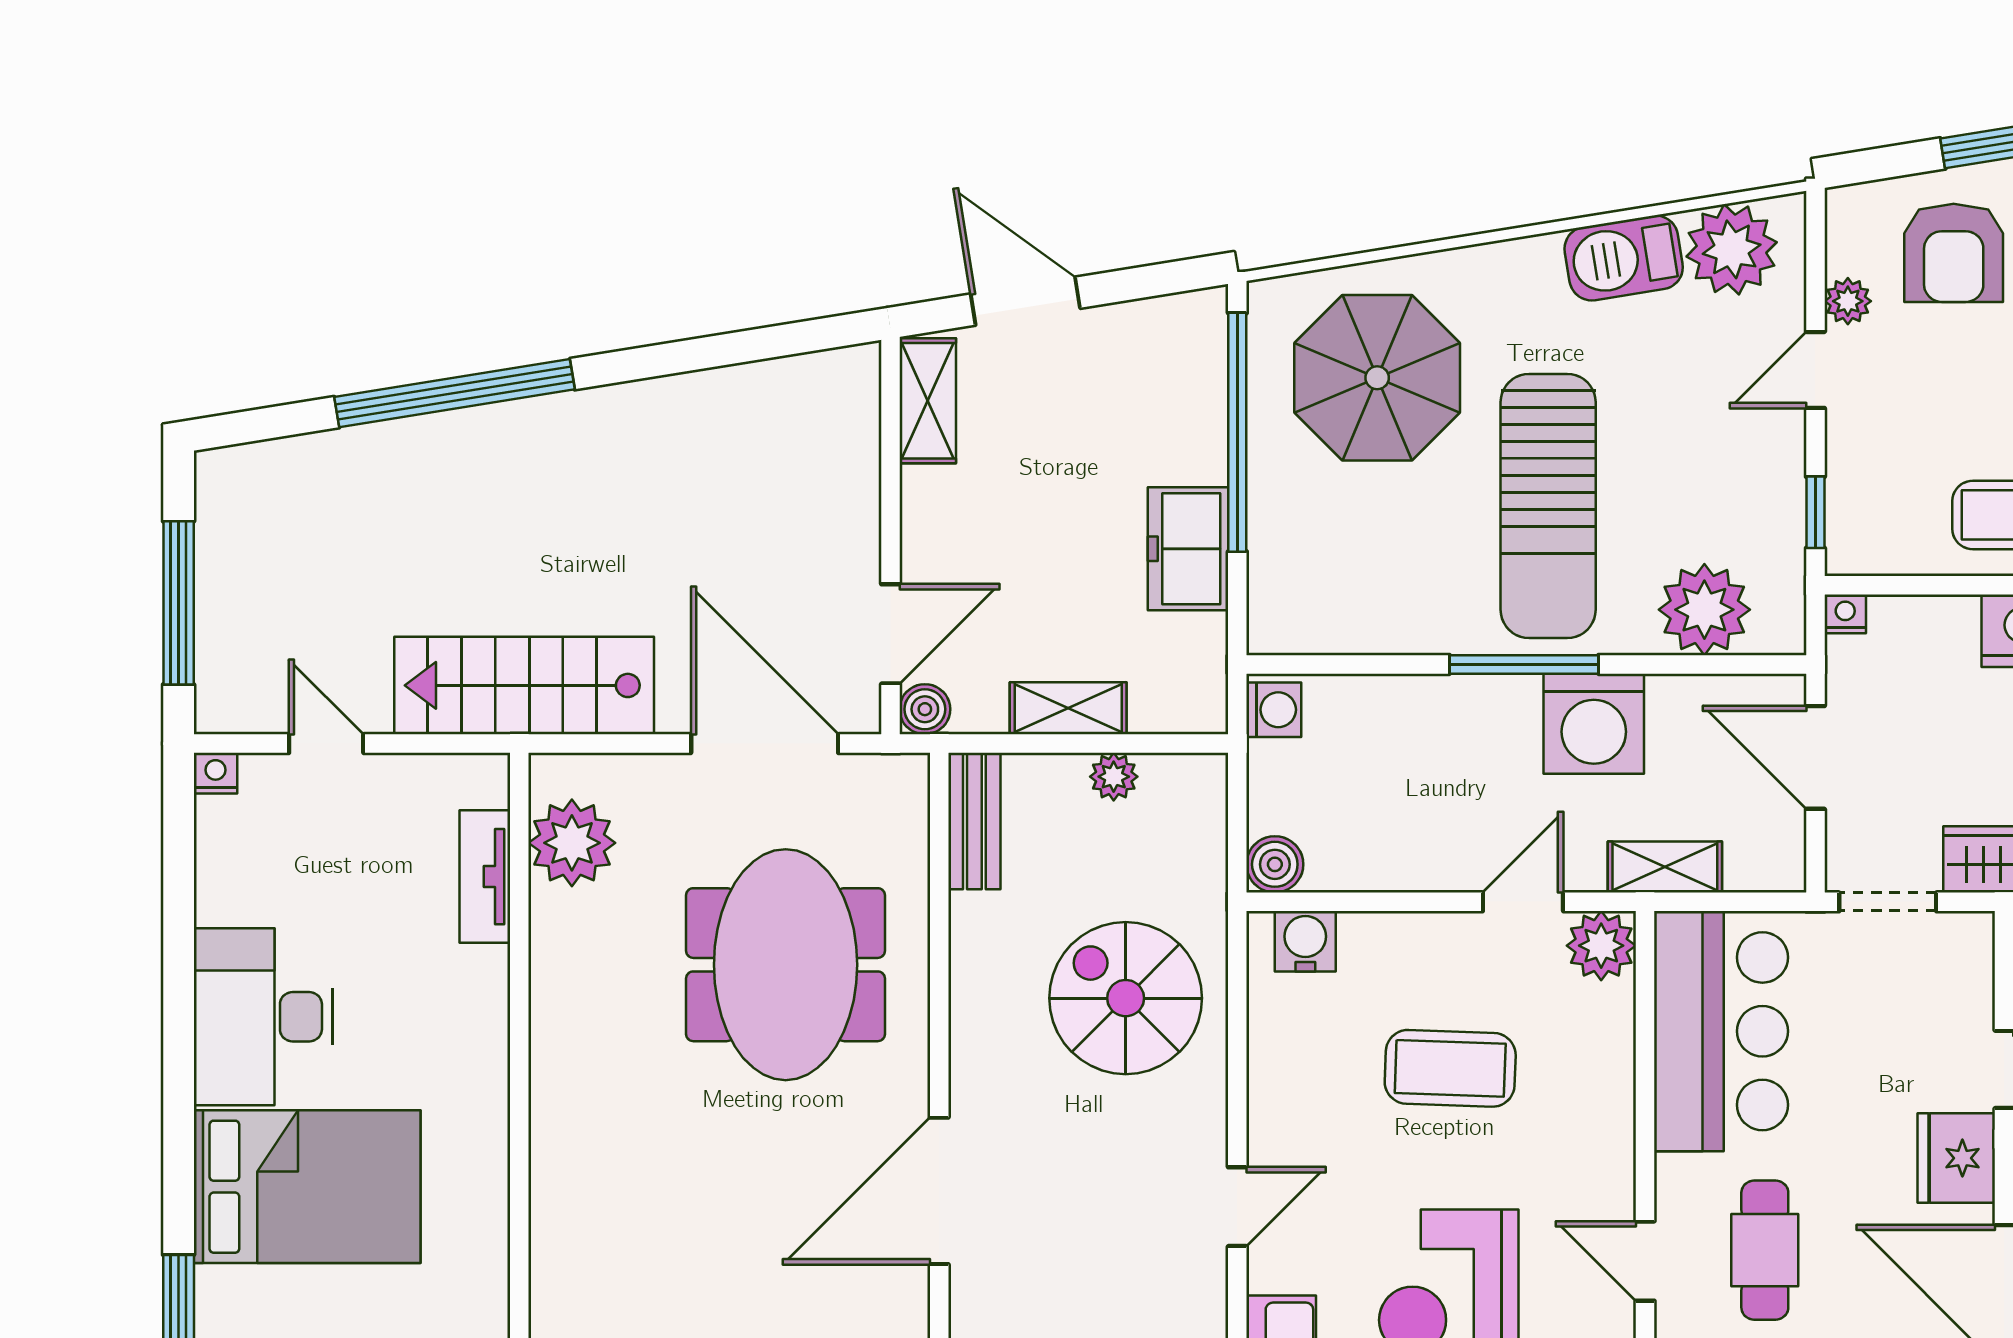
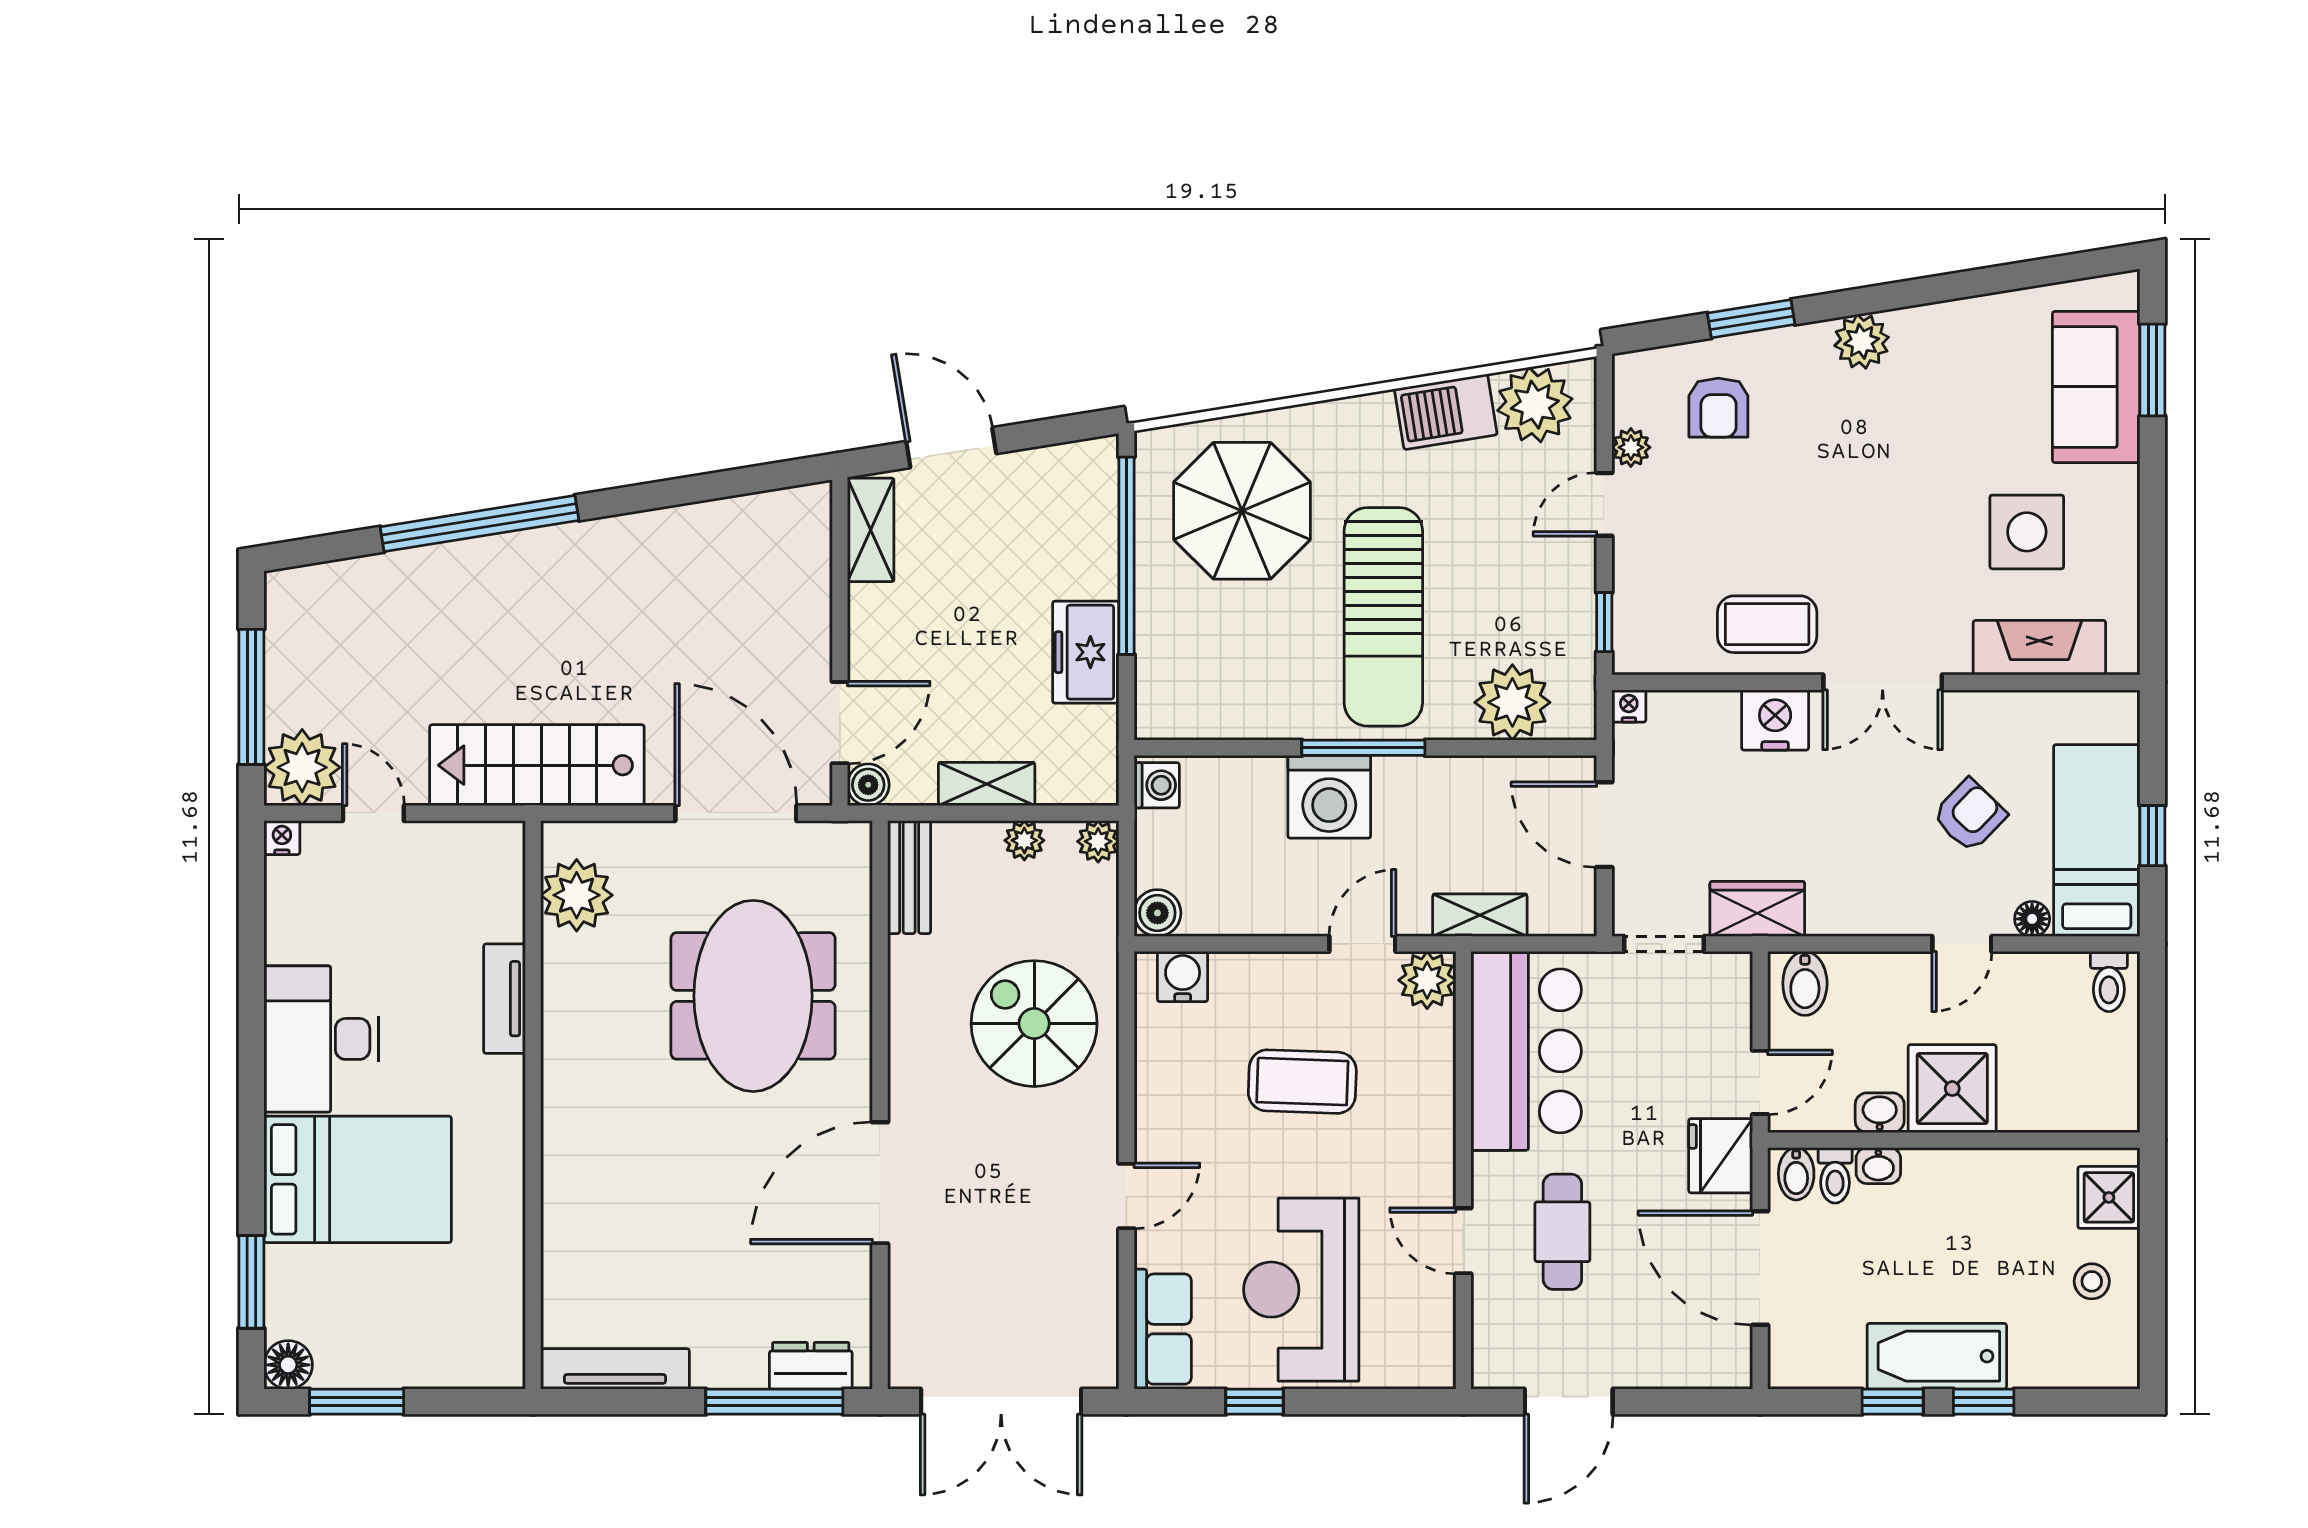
armchair: (1954, 253) -> (1718, 408), width x0.72, depth x0.72
plant: (240, 688) -> (302, 767), added
washing machine: (1594, 724) -> (1329, 797), moved
plant: (1203, 778) -> (1098, 841), added
tv unit: (485, 877) -> (505, 999), moved

